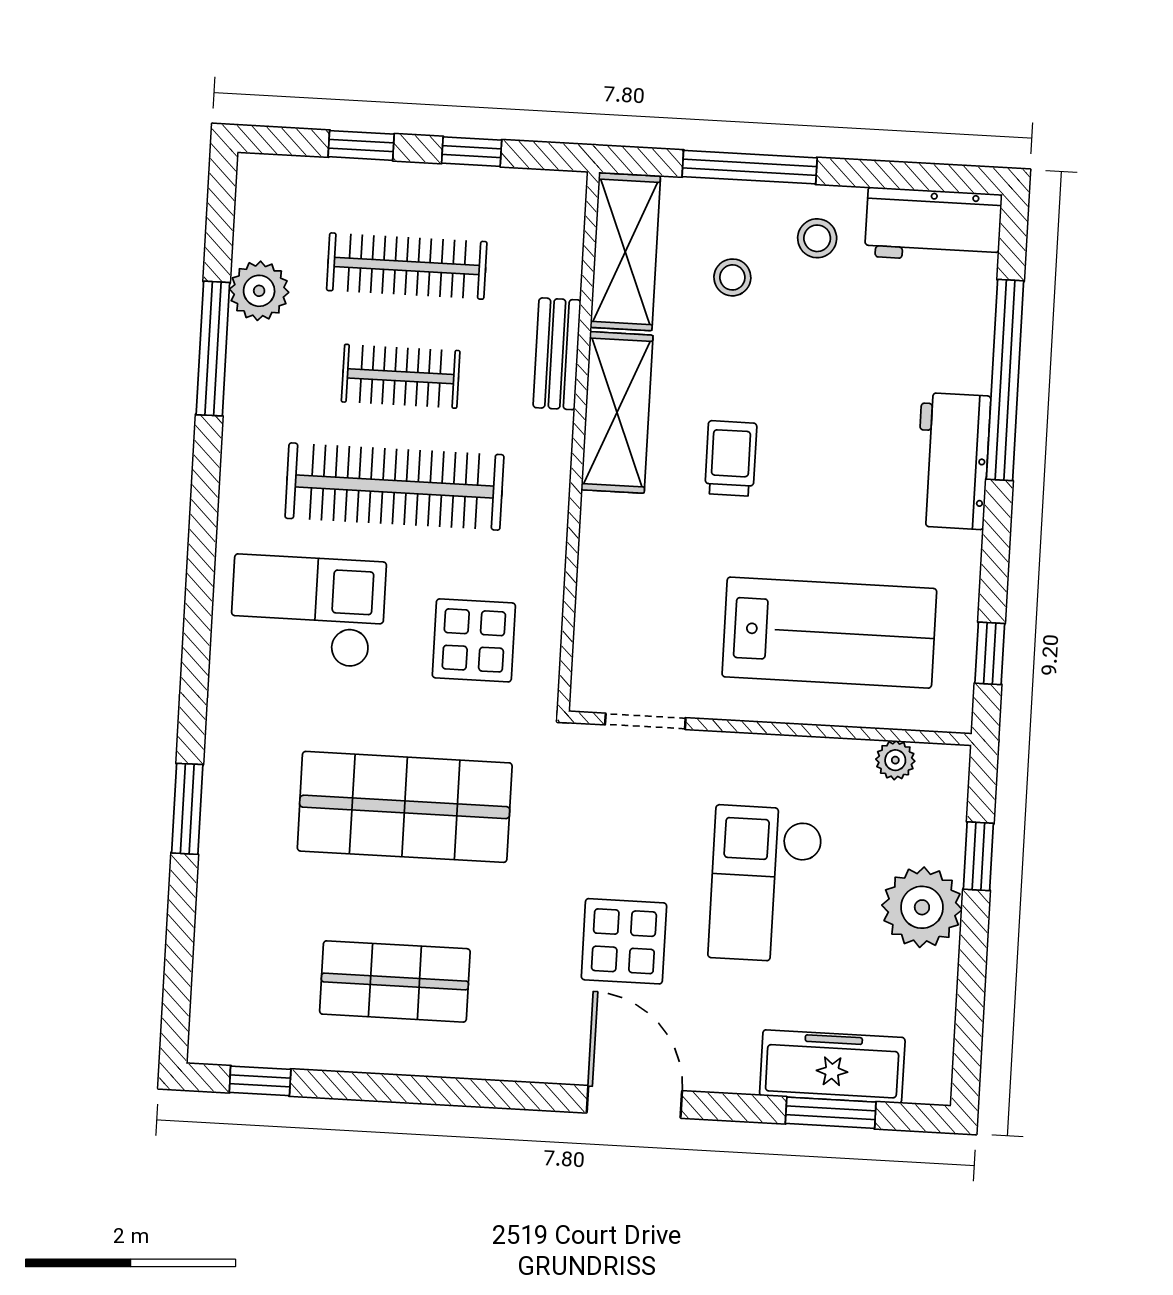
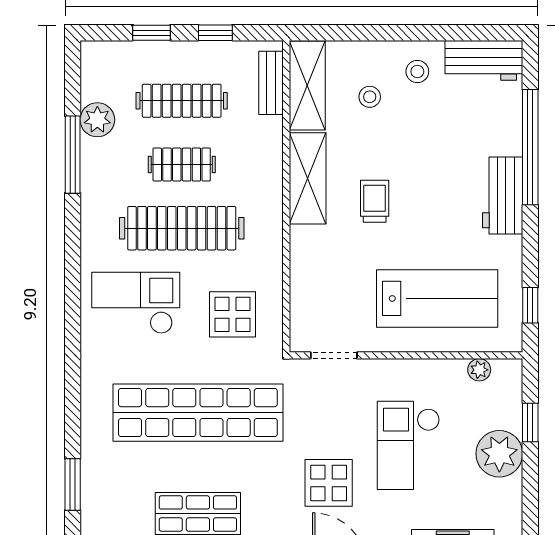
window: (750, 167) -> (376, 33), removed
bench: (557, 354) -> (271, 83), moved
shop shelf: (405, 807) -> (198, 413), width x1.40
window: (187, 809) -> (73, 484), moved

